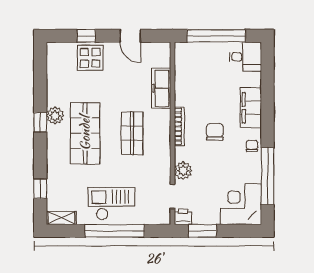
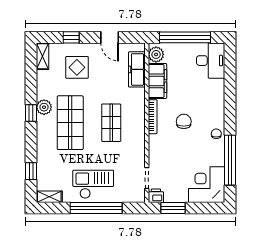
shelving: (53, 57) -> (42, 56), added
desk: (245, 57) -> (211, 61), width x1.37
display table: (90, 58) -> (77, 67), moved
freezer: (161, 88) -> (137, 69), moved
filing cabinet: (251, 108) -> (157, 81), moved, turned 180
plant: (183, 171) -> (156, 54), moved

